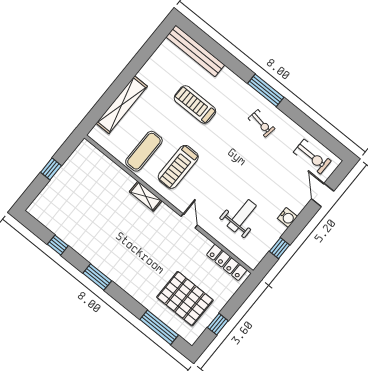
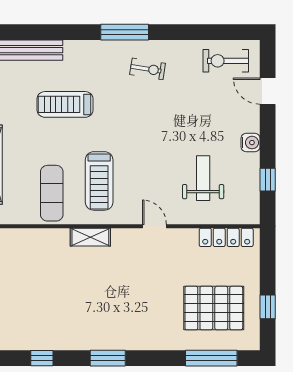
exercise bike: (312, 157) -> (226, 61), turned 180

